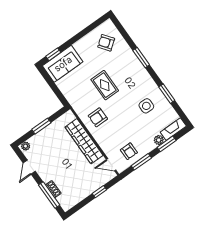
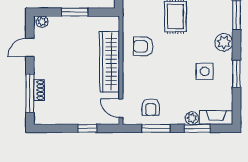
plant: (145, 80) -> (224, 42), added

